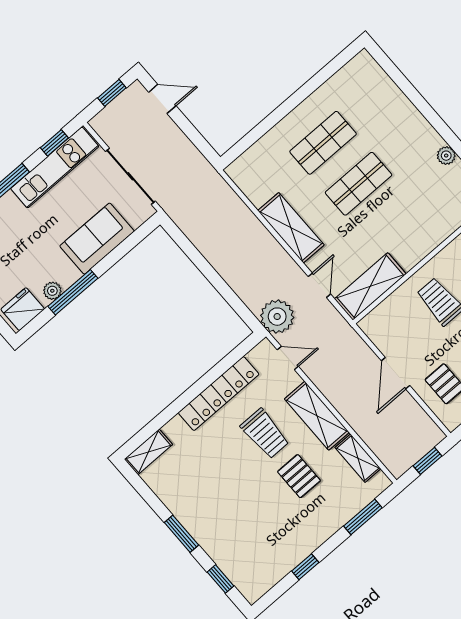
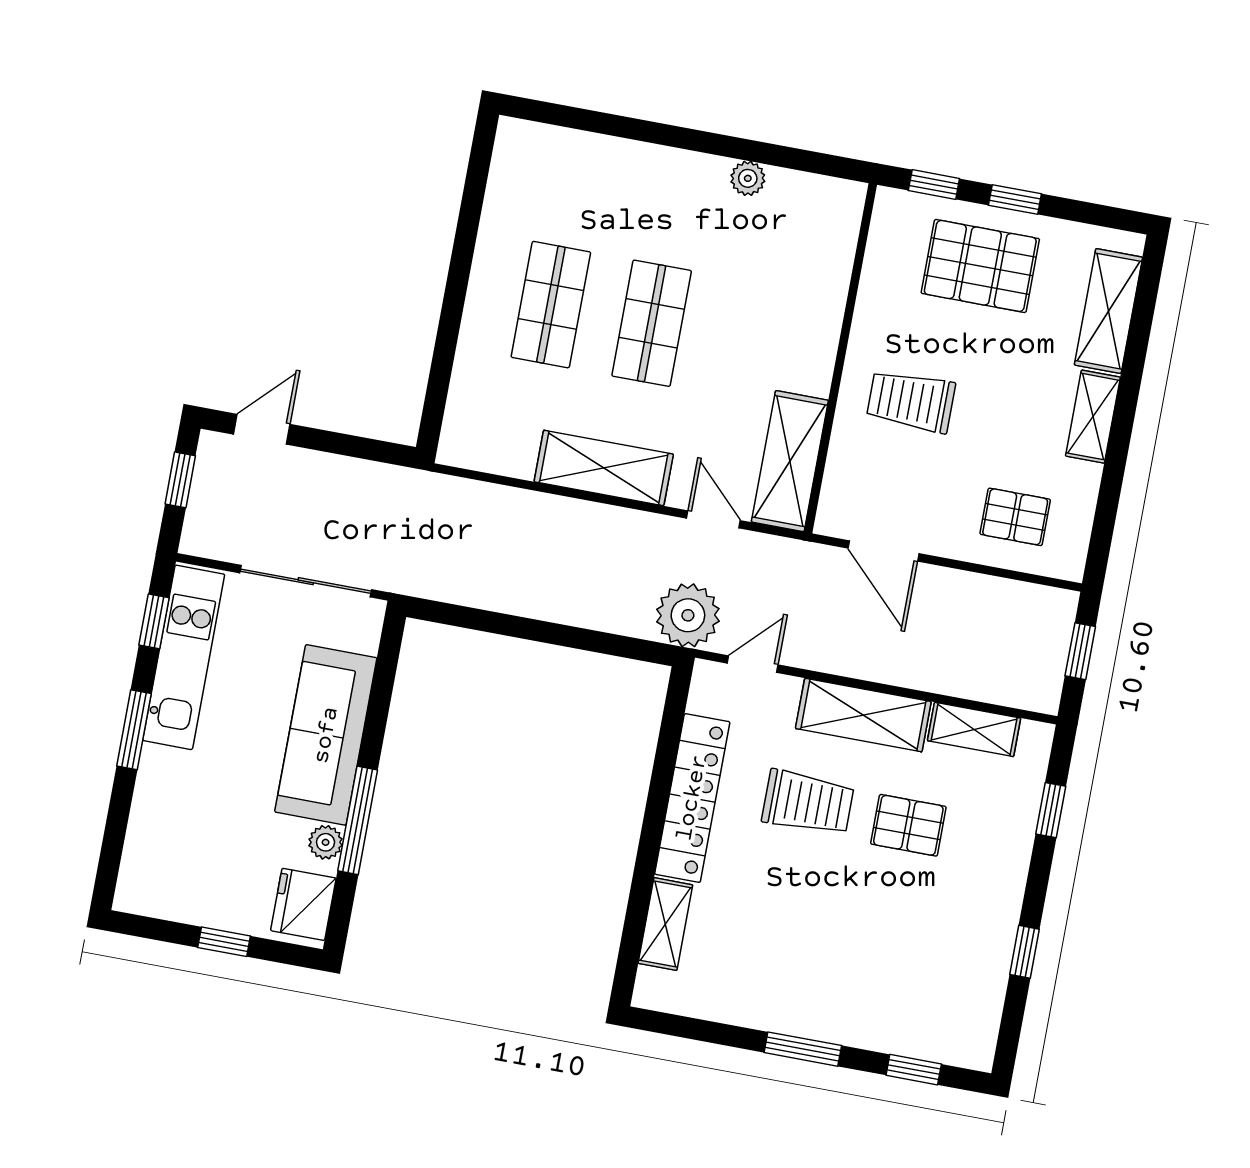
sofa: (97, 239) -> (326, 735), width x1.36
door: (396, 373) -> (883, 551), moved
shelving: (148, 452) -> (665, 924), moved
window: (363, 517) -> (1051, 810), width x0.67

